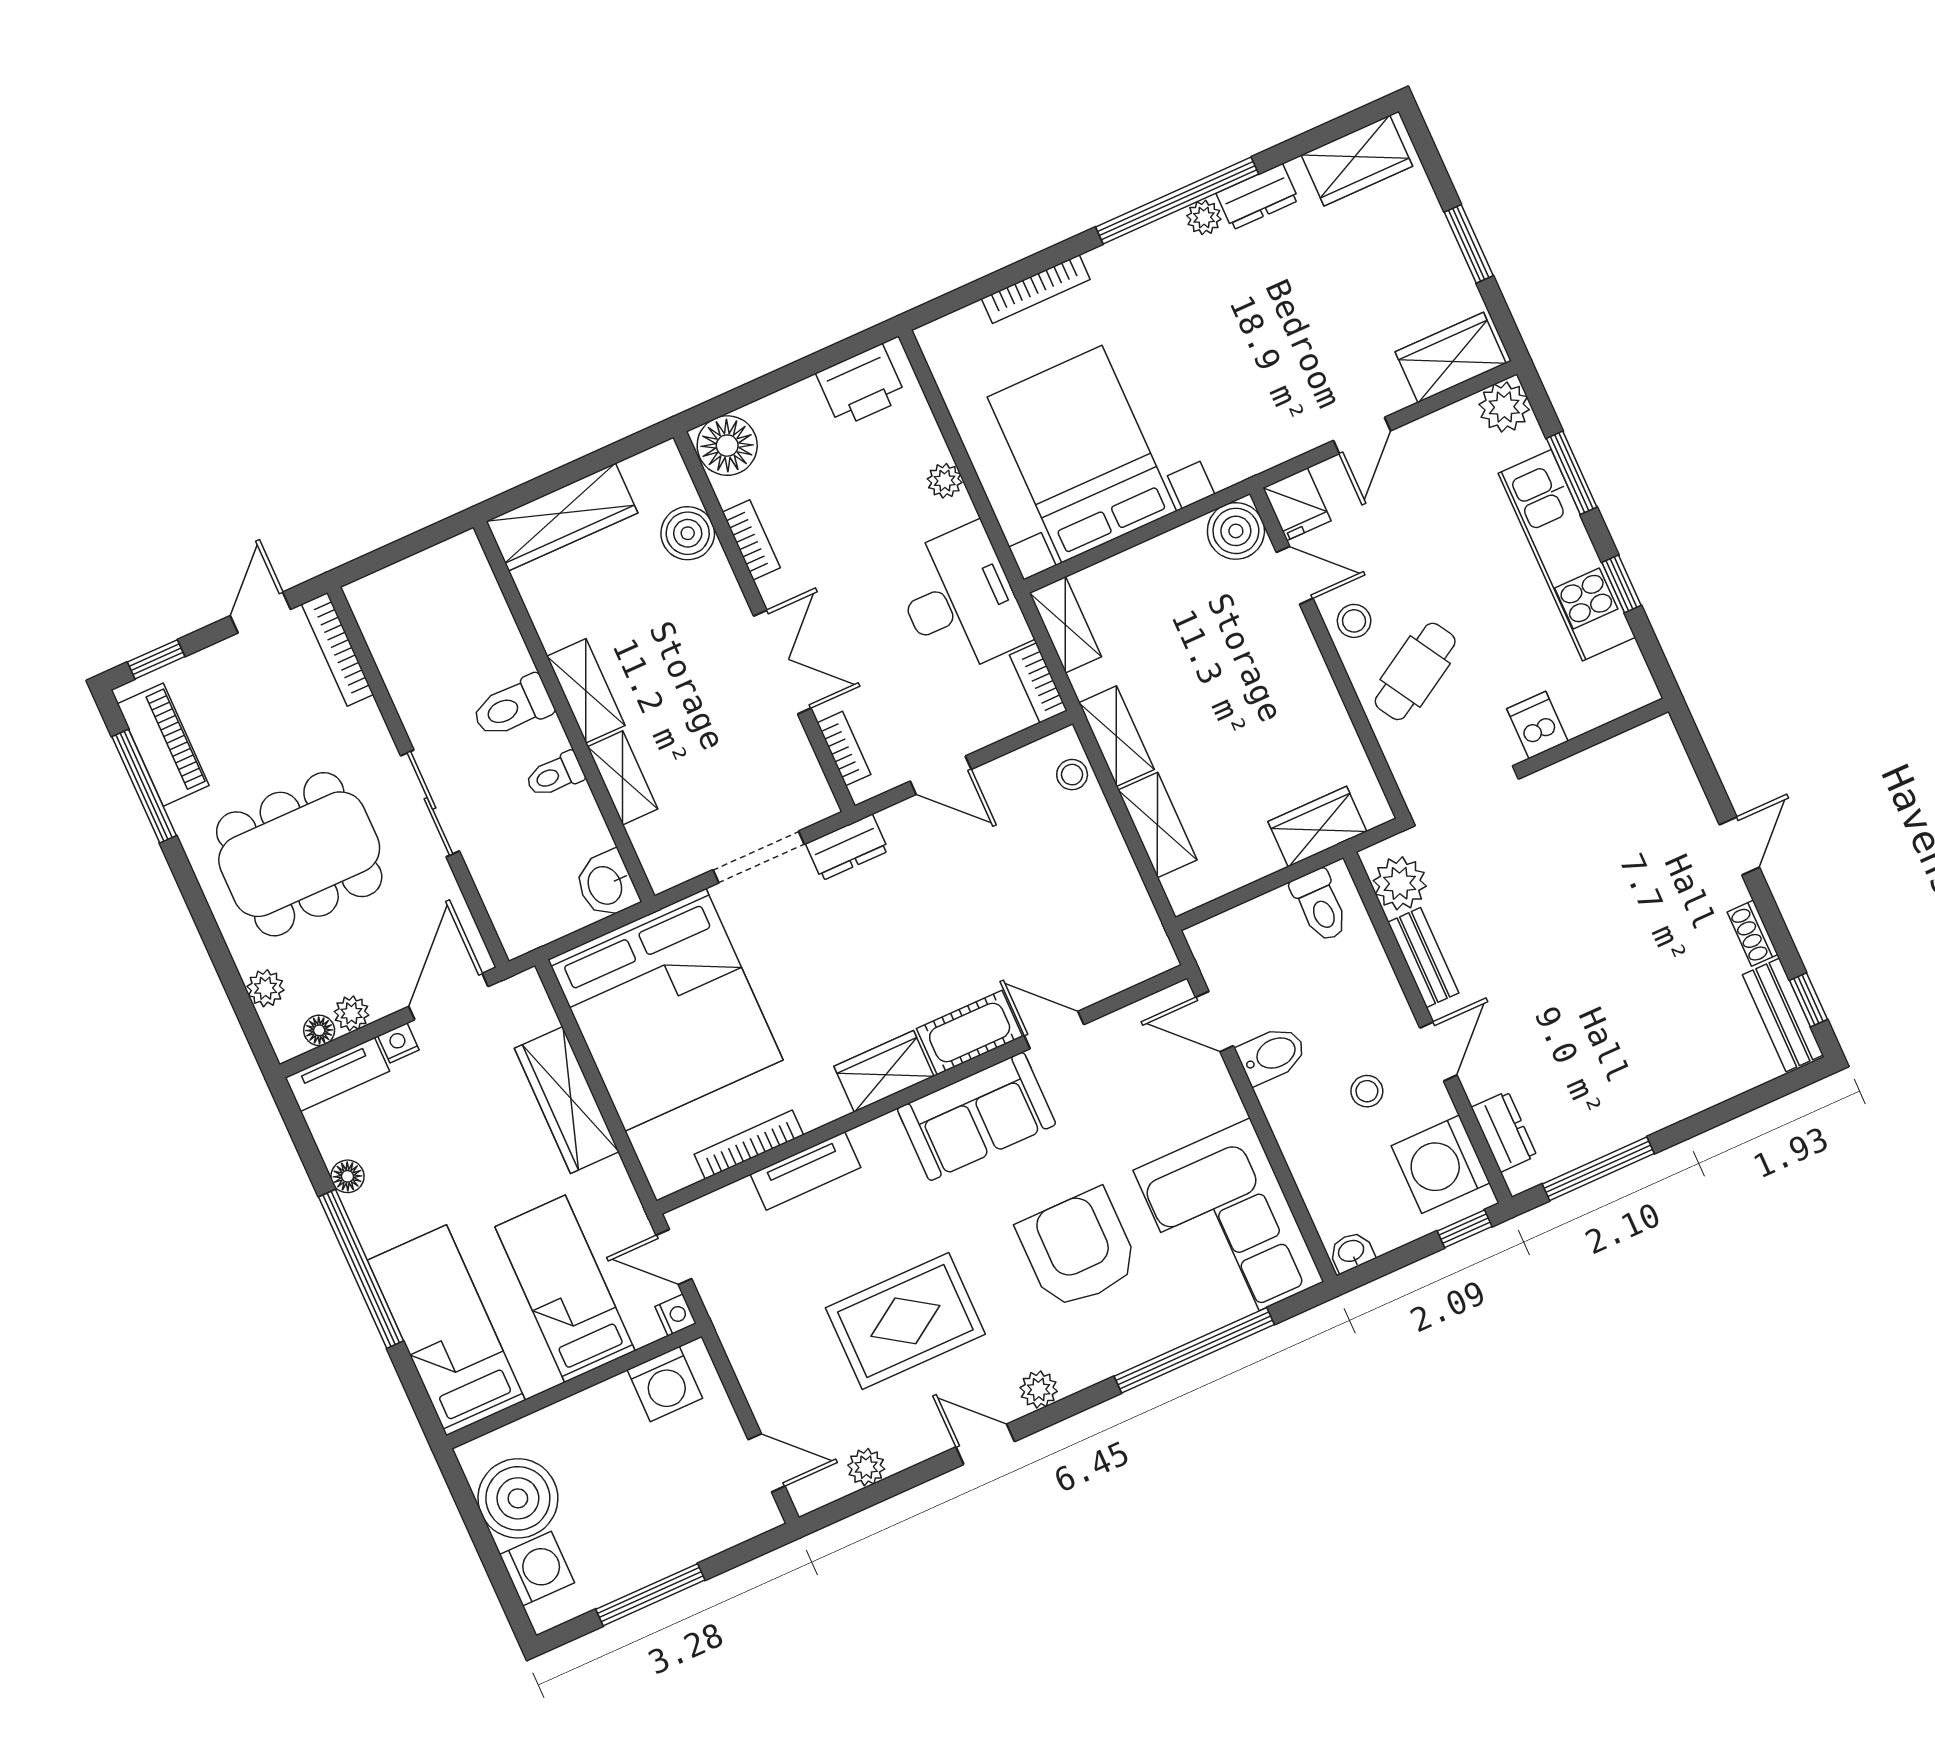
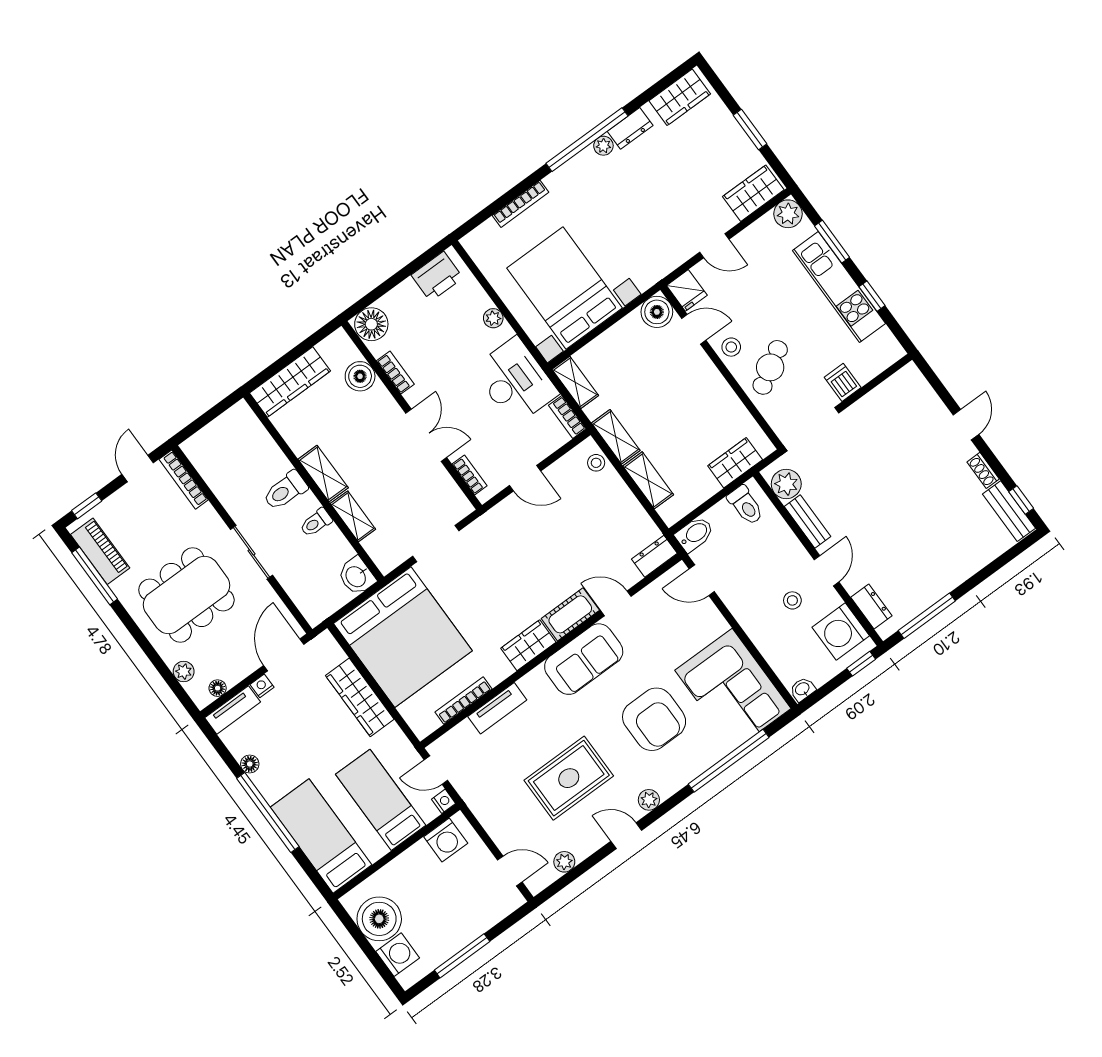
door: (1362, 436) -> (714, 246), hinge flipped
dresser: (847, 847) -> (654, 556), moved, turned 180
plant: (351, 1013) -> (233, 675), removed
bidet: (1272, 1055) -> (695, 534), moved
armchair: (1078, 1249) -> (654, 719), turned 180

